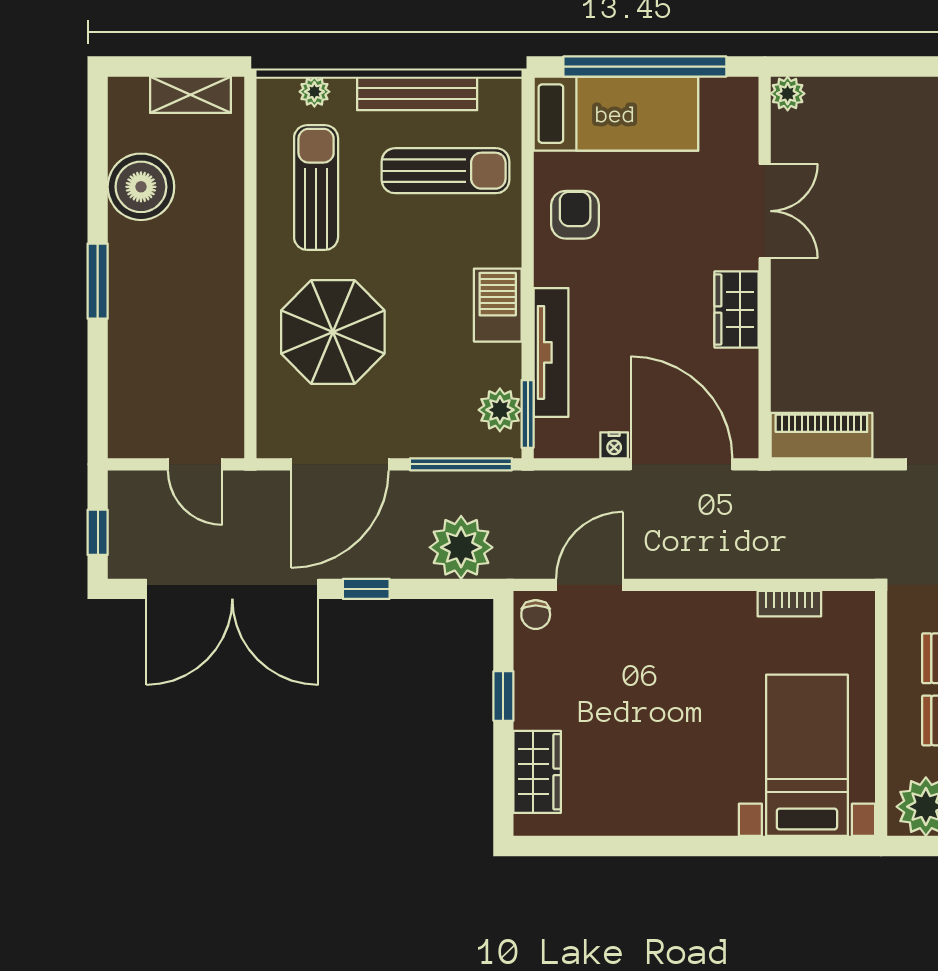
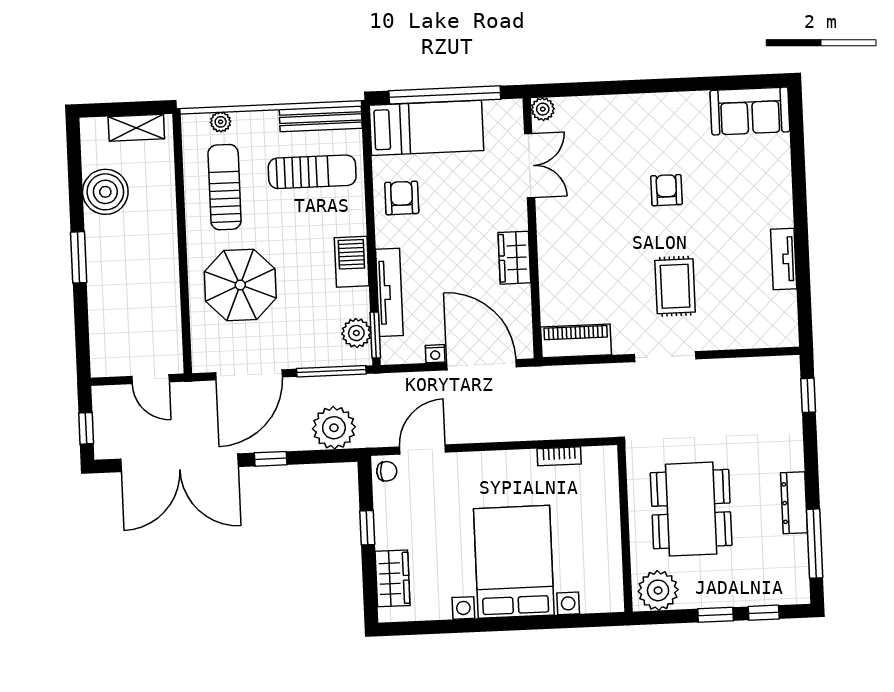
bench: (417, 93) -> (321, 119), moved
double door: (765, 211) -> (530, 166), moved
chair: (536, 615) -> (387, 471), turned -90
bed with nightstands: (807, 755) -> (514, 562), moved, width x1.36

